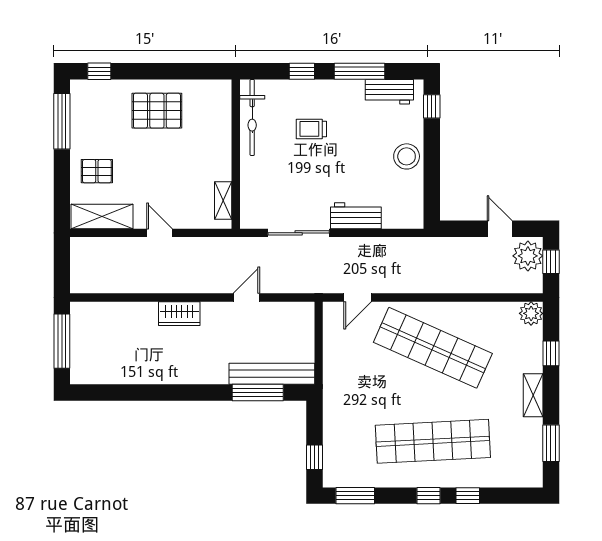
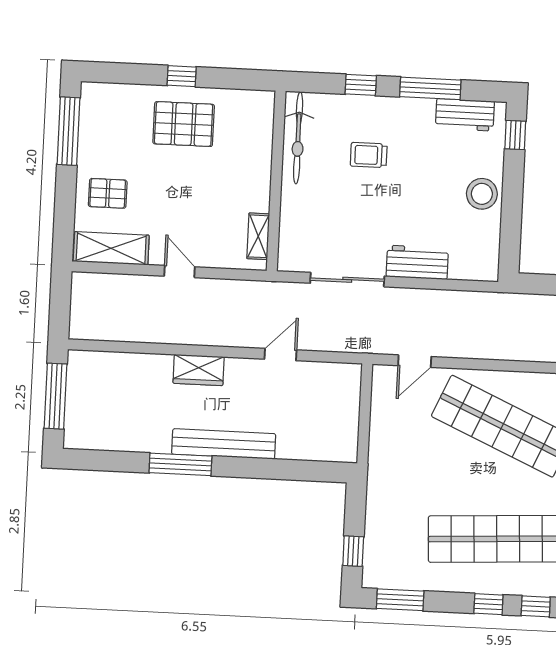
window: (99, 71) -> (182, 76), moved
bench: (272, 374) -> (224, 444), moved
window: (258, 393) -> (180, 464), moved

